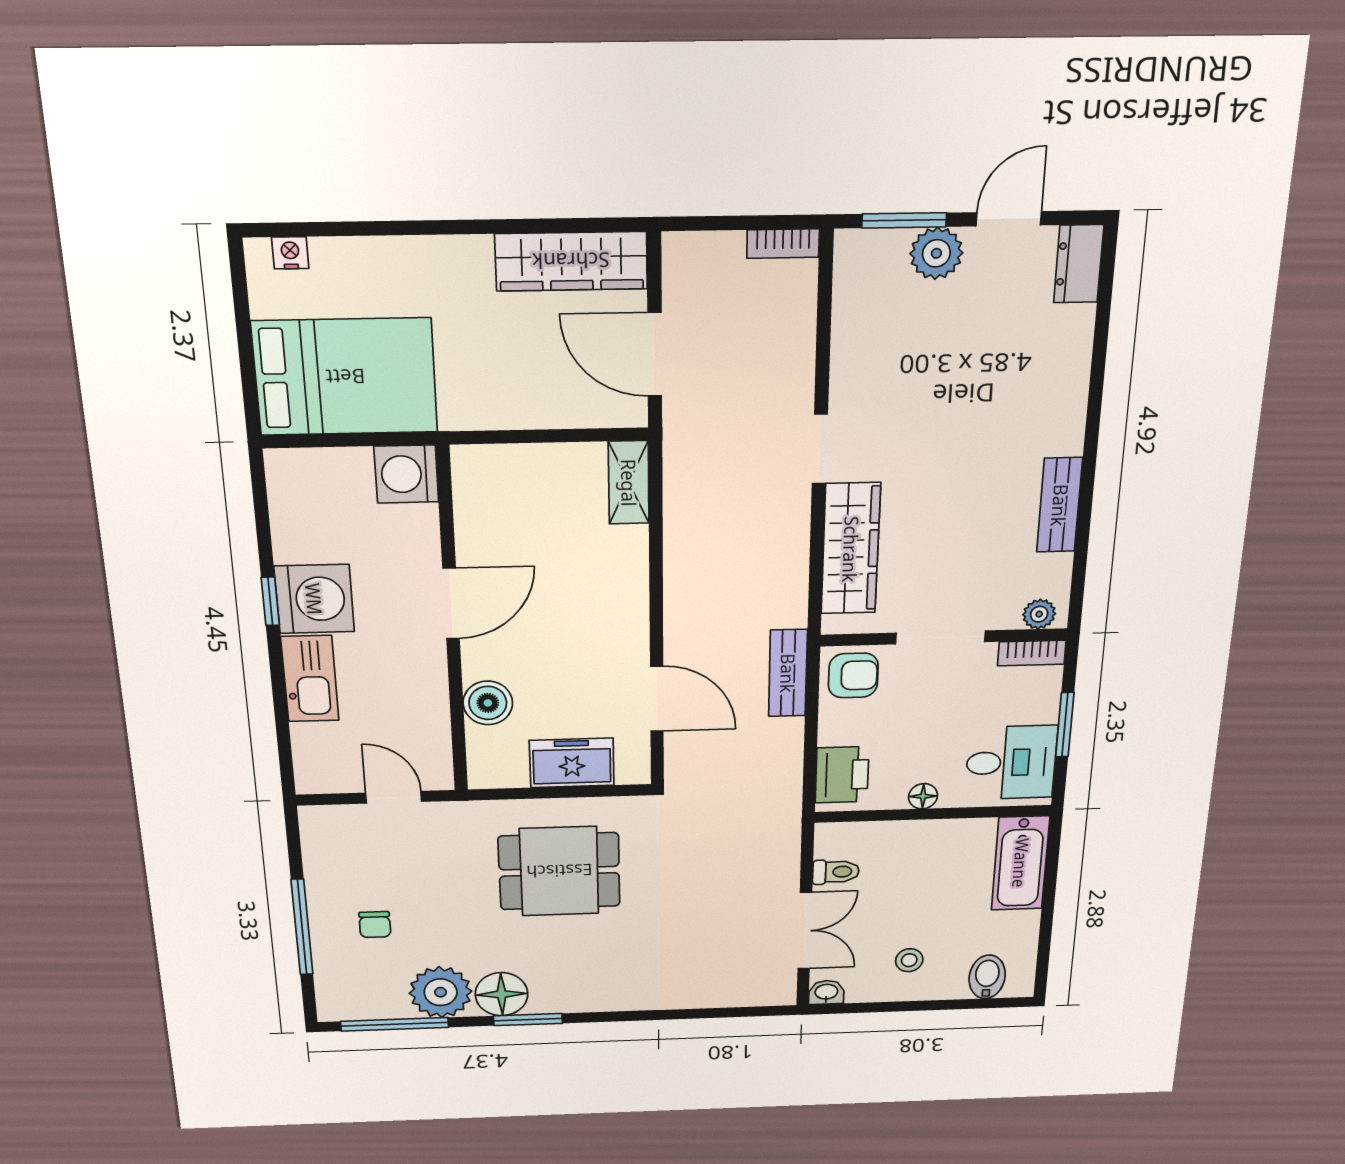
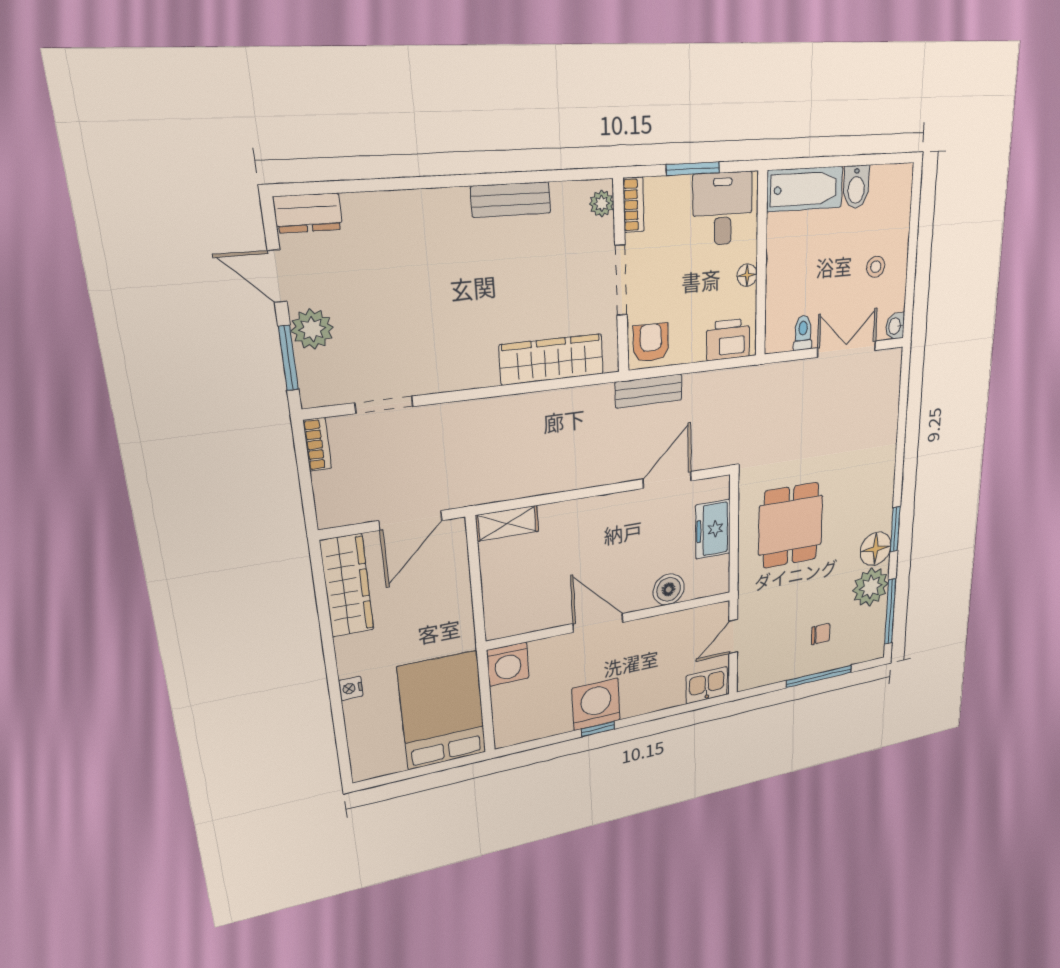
nightstand: (290, 253) -> (351, 688), moved
doorway: (820, 449) -> (384, 405), moved
kitchen sink: (310, 679) -> (707, 685), moved, width x0.73
bidet: (987, 977) -> (856, 187), moved, turned -90

